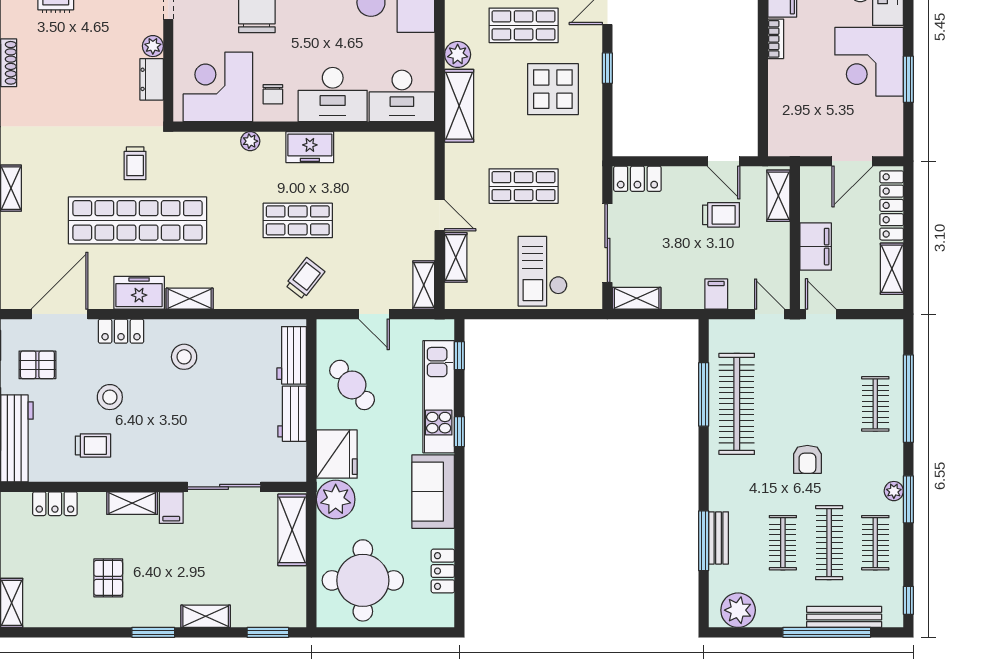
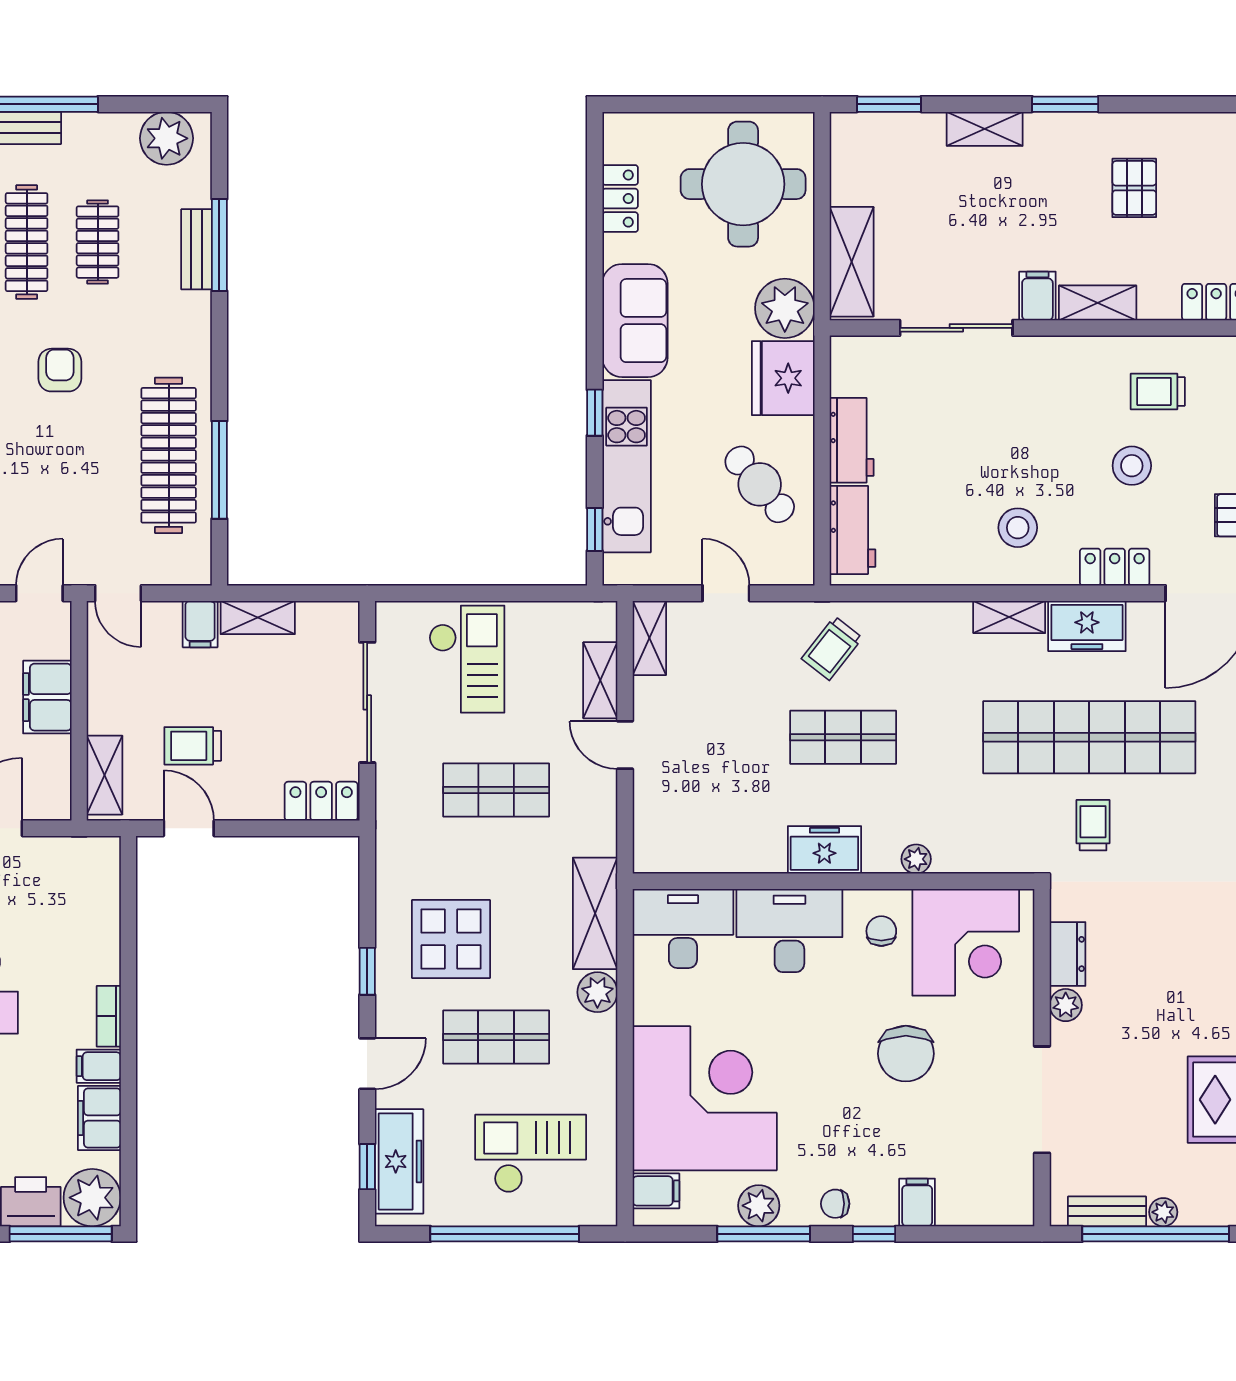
shelving: (637, 298) -> (258, 618), moved
door: (821, 314) -> (39, 593), swing flipped

